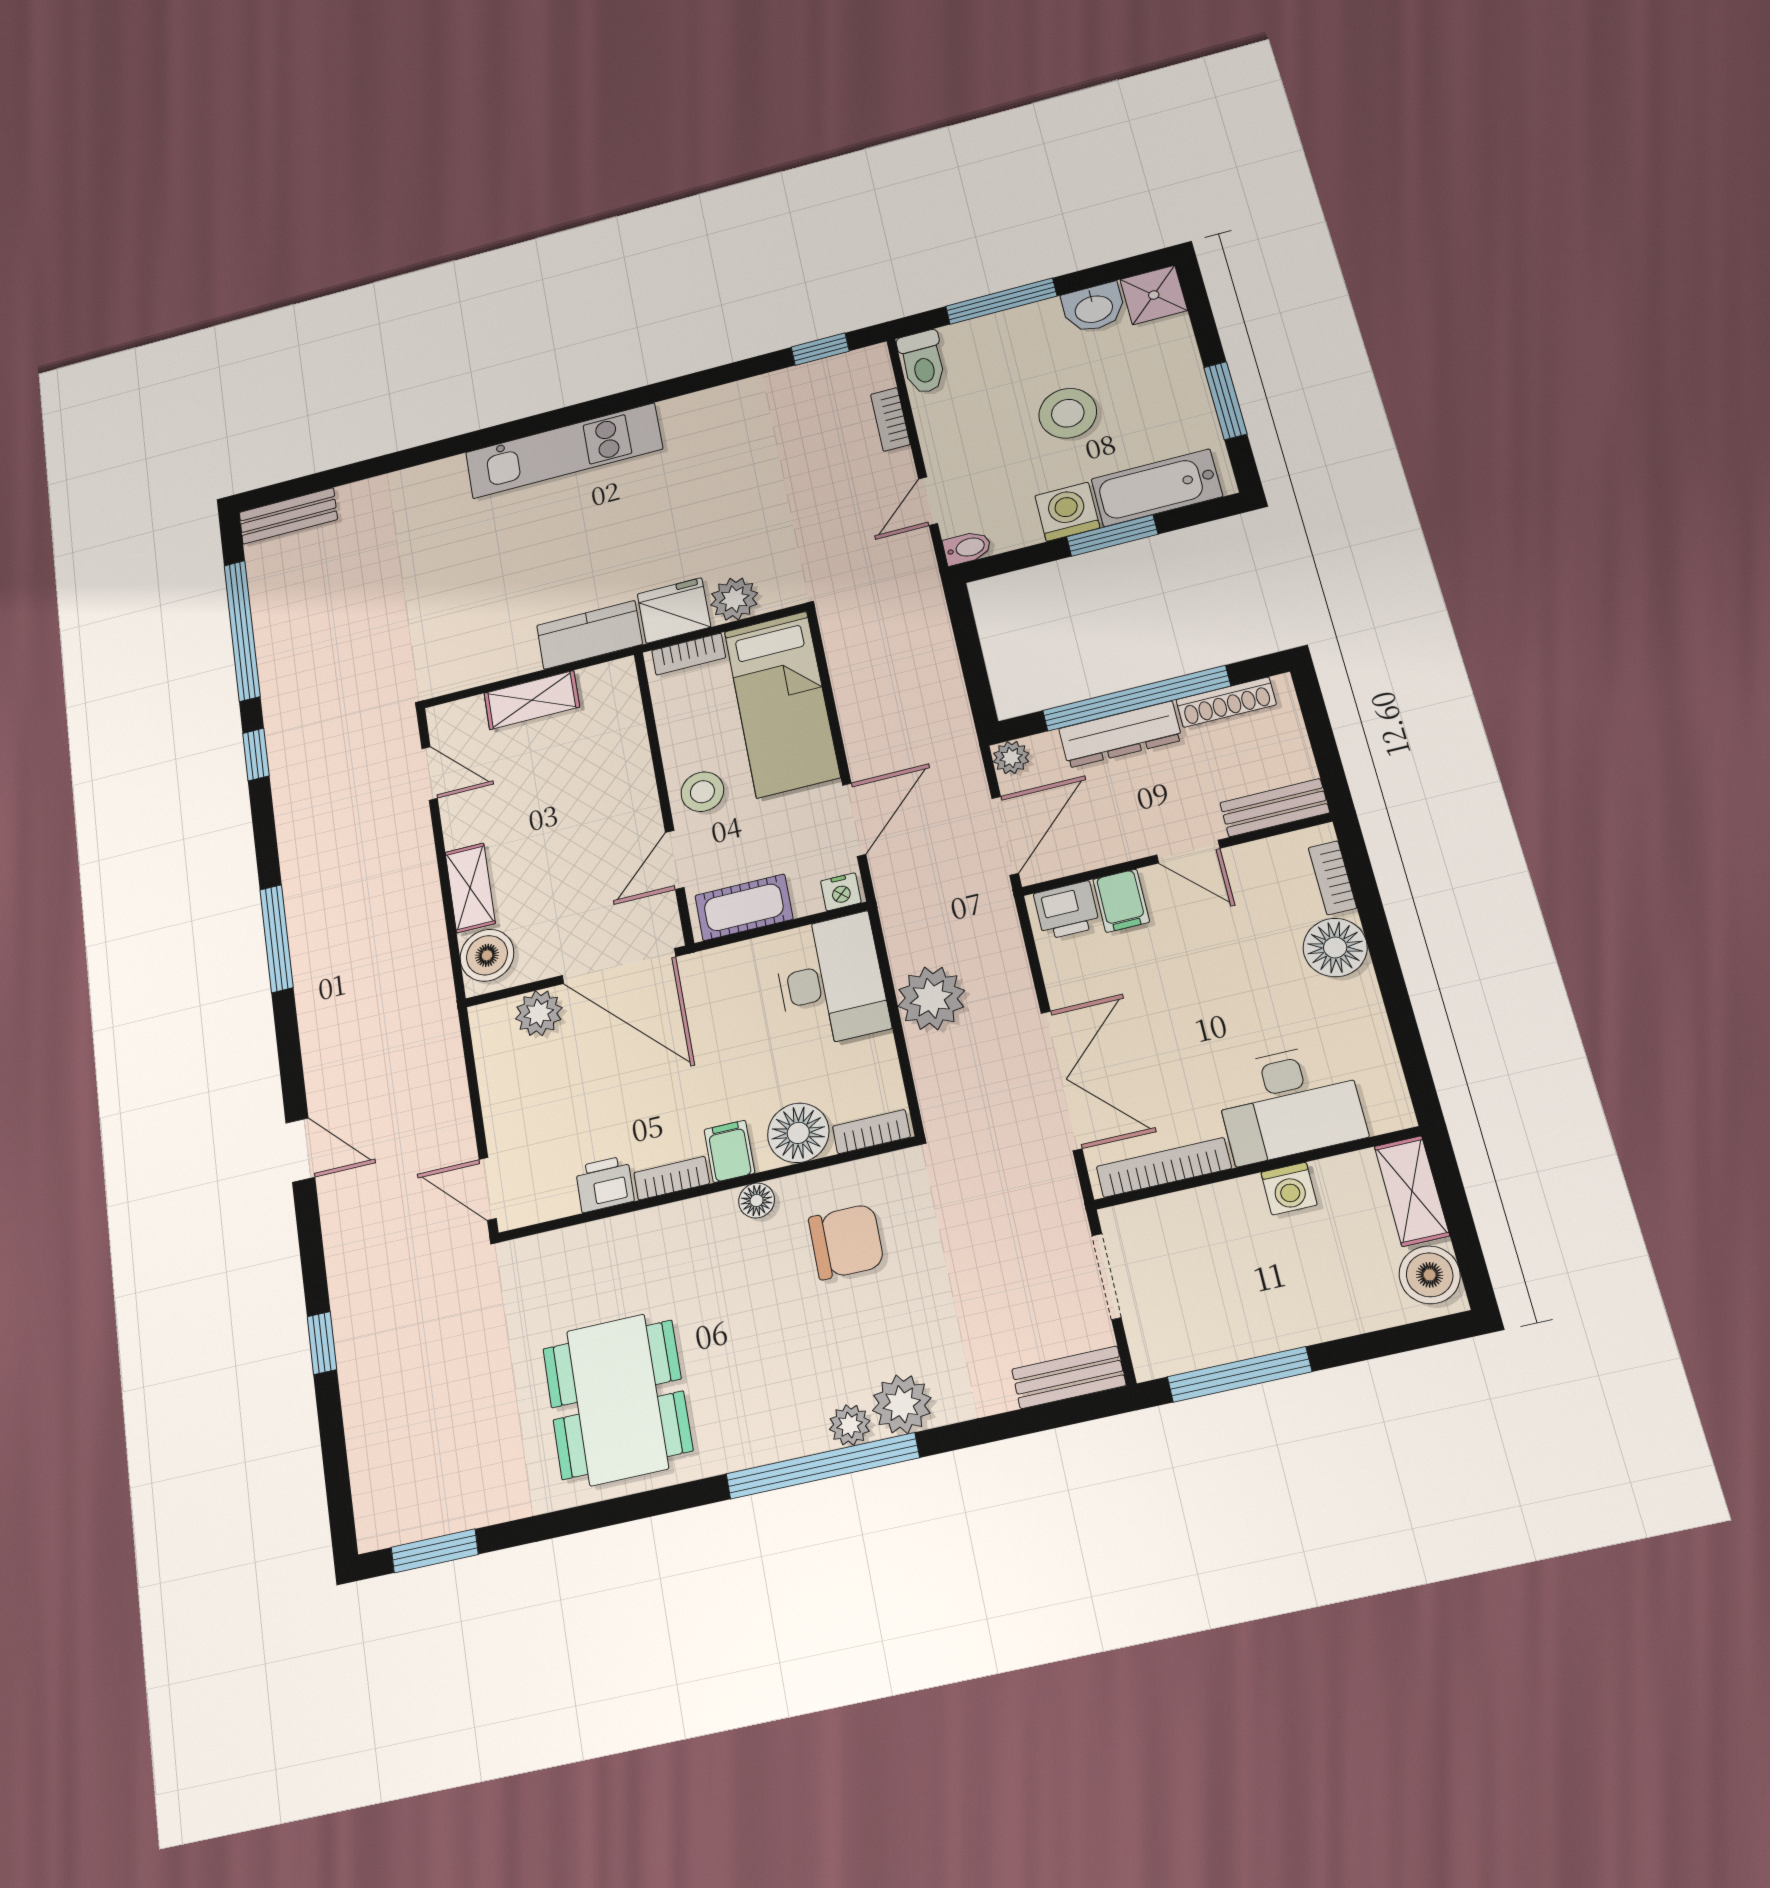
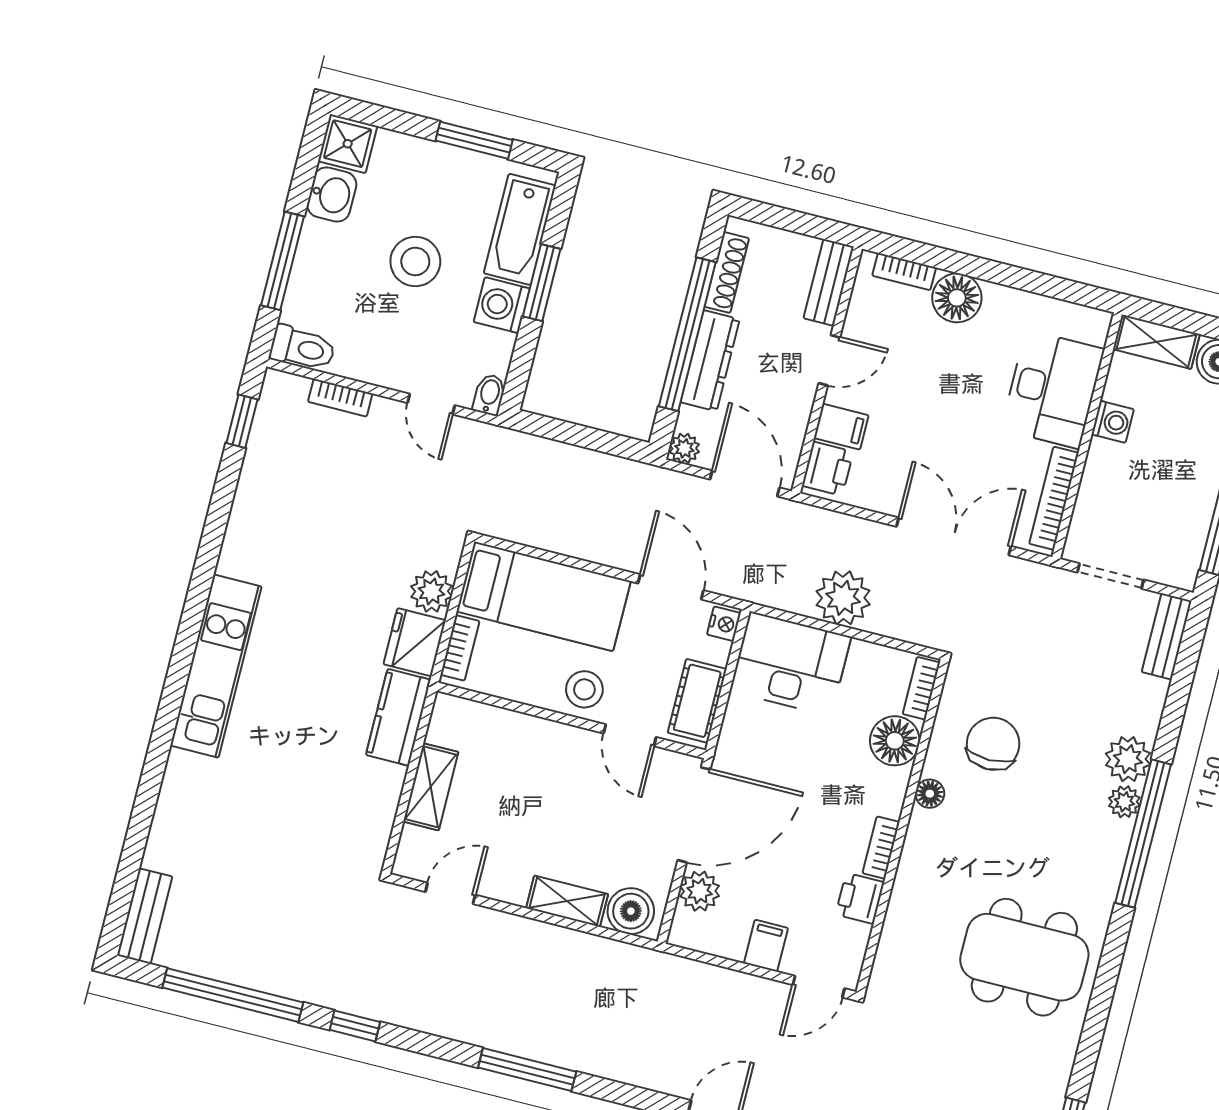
filing cabinet: (729, 1151) -> (766, 946), moved, turned 90

